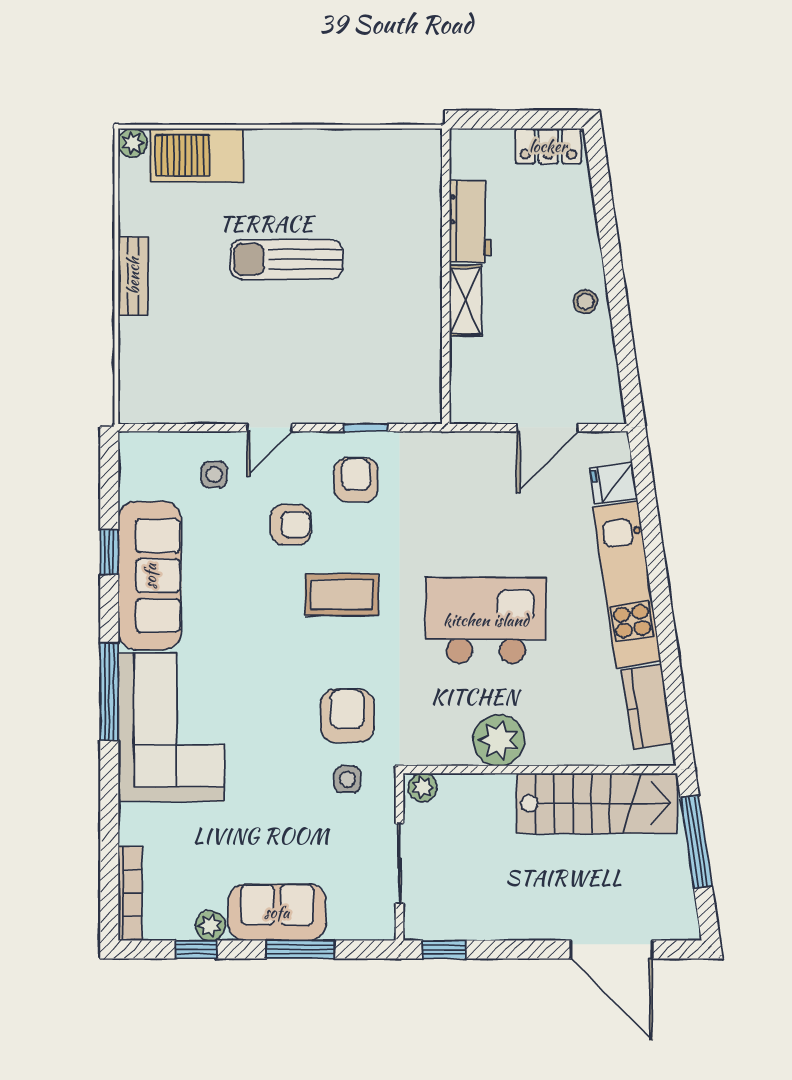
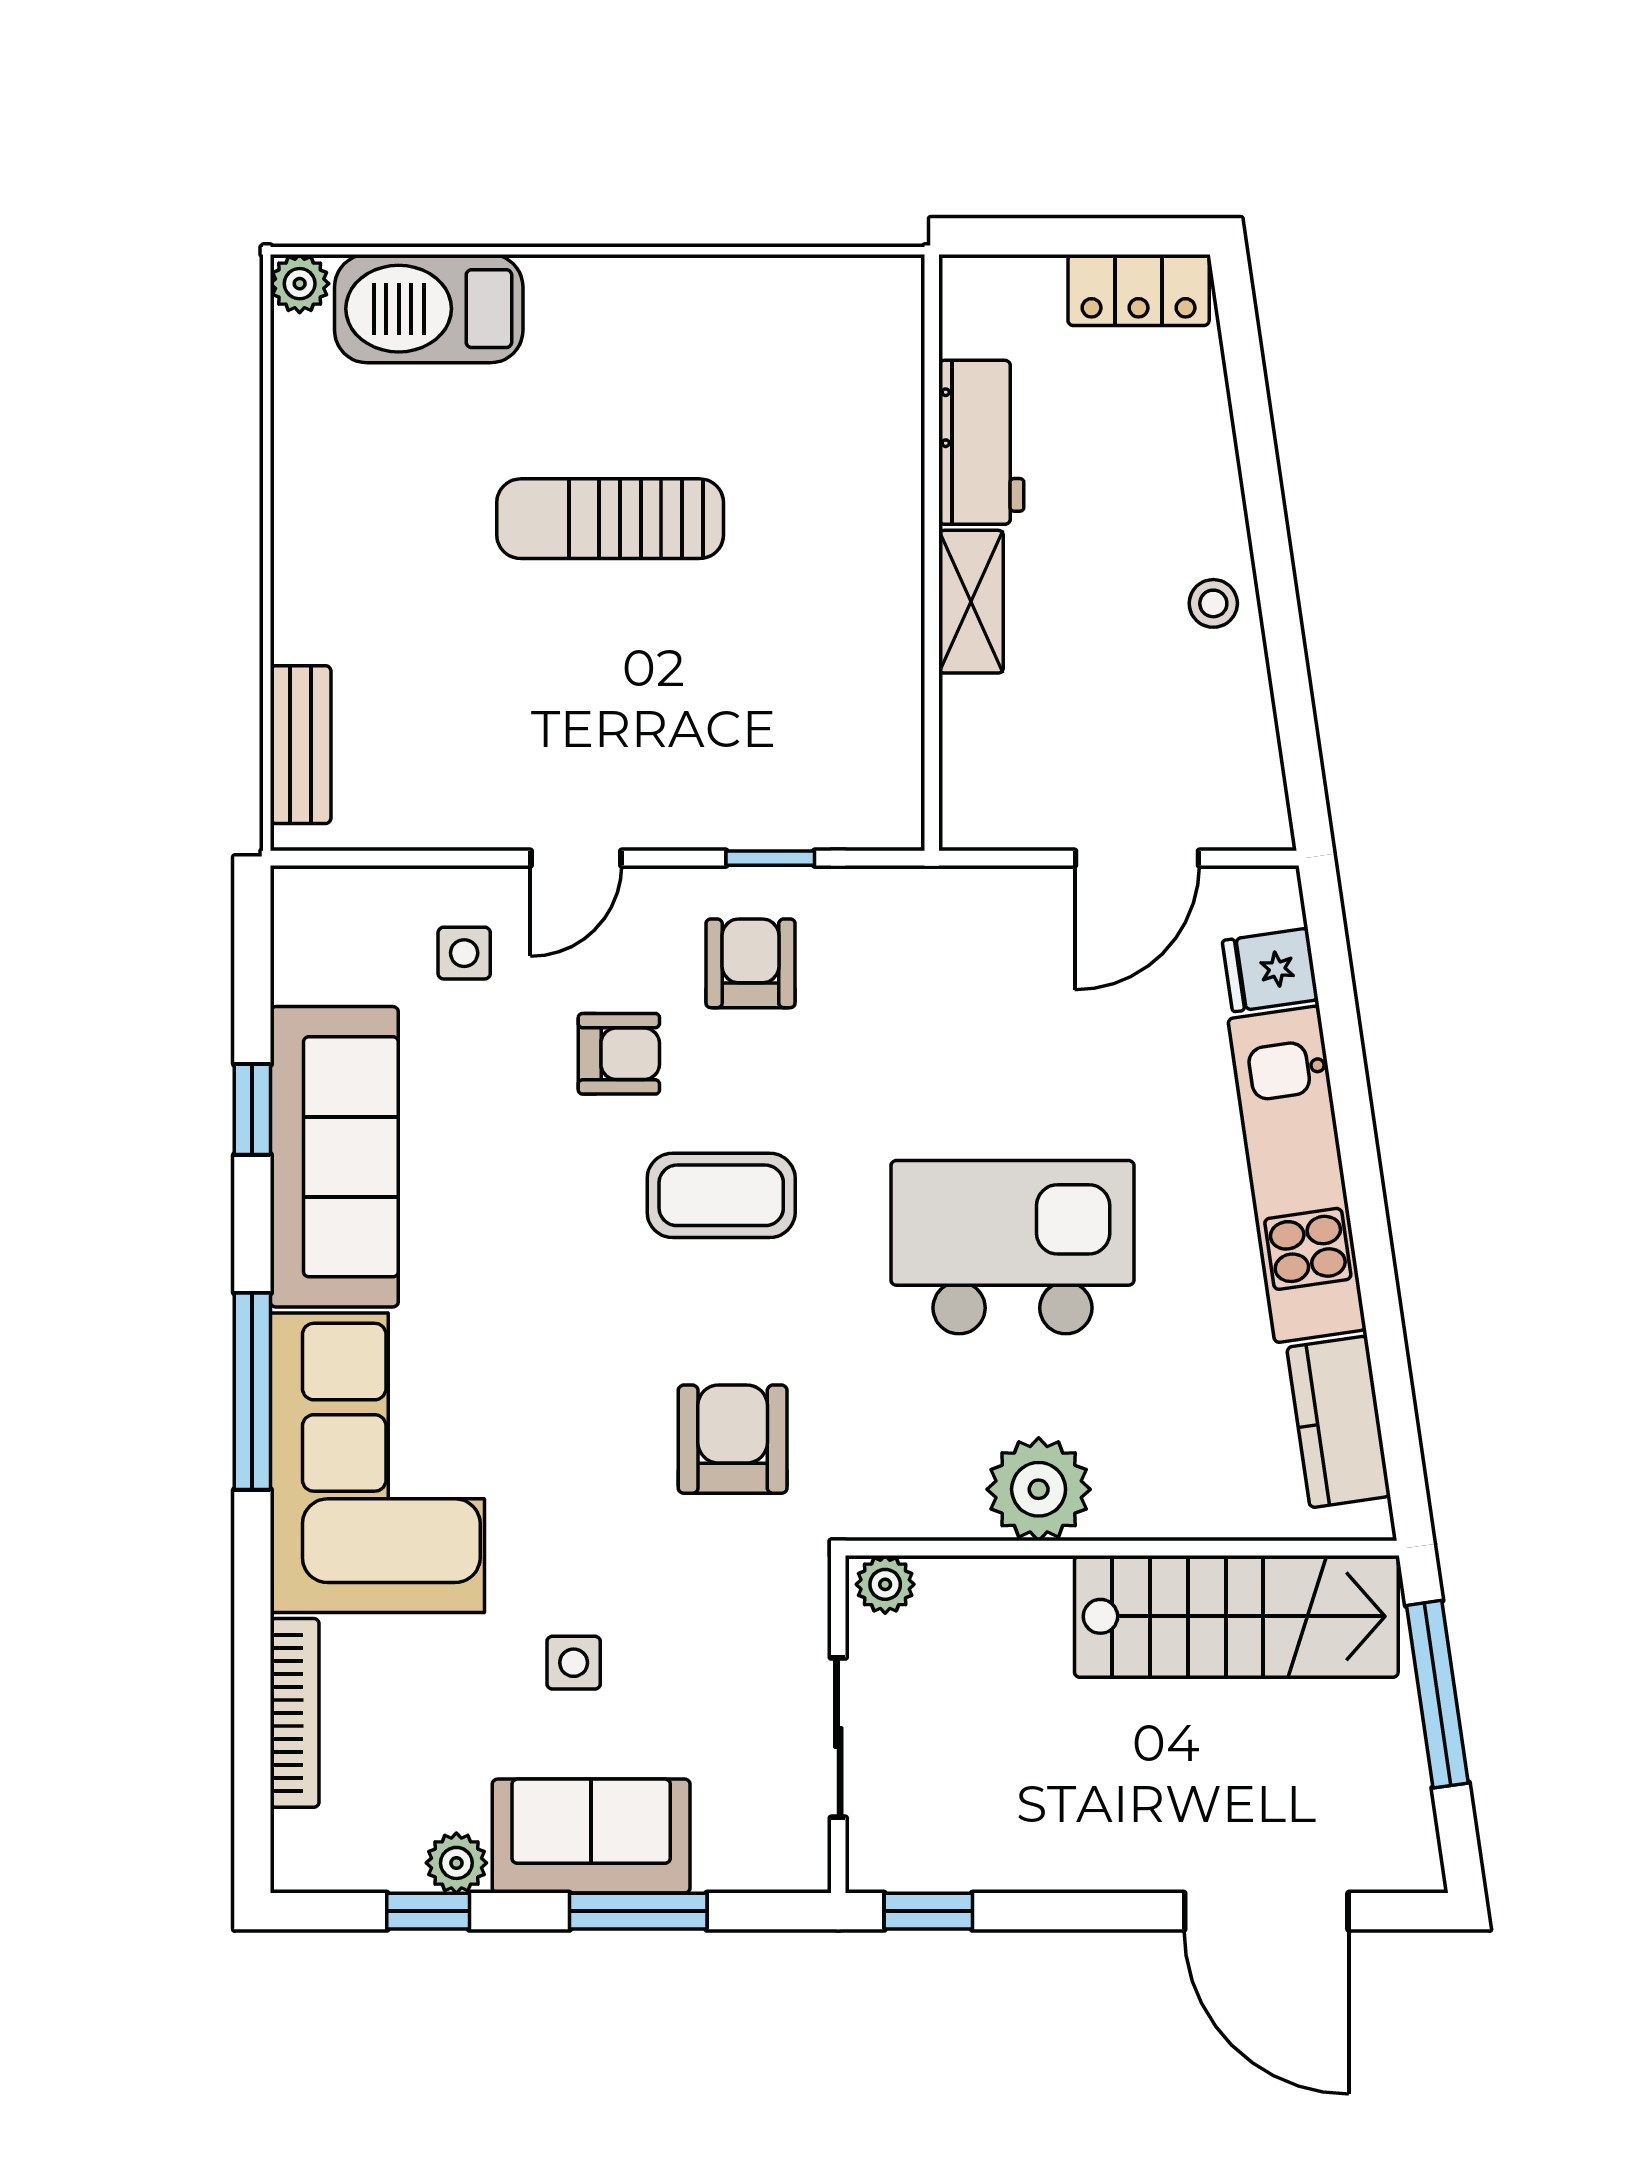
bench: (133, 276) -> (301, 745), moved
side table: (347, 779) -> (574, 1663), moved
bookcase: (130, 893) -> (295, 1713), moved

